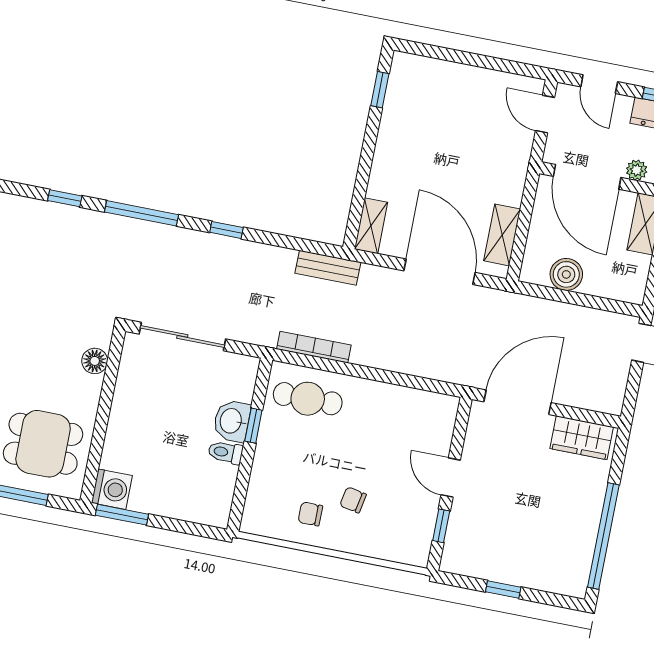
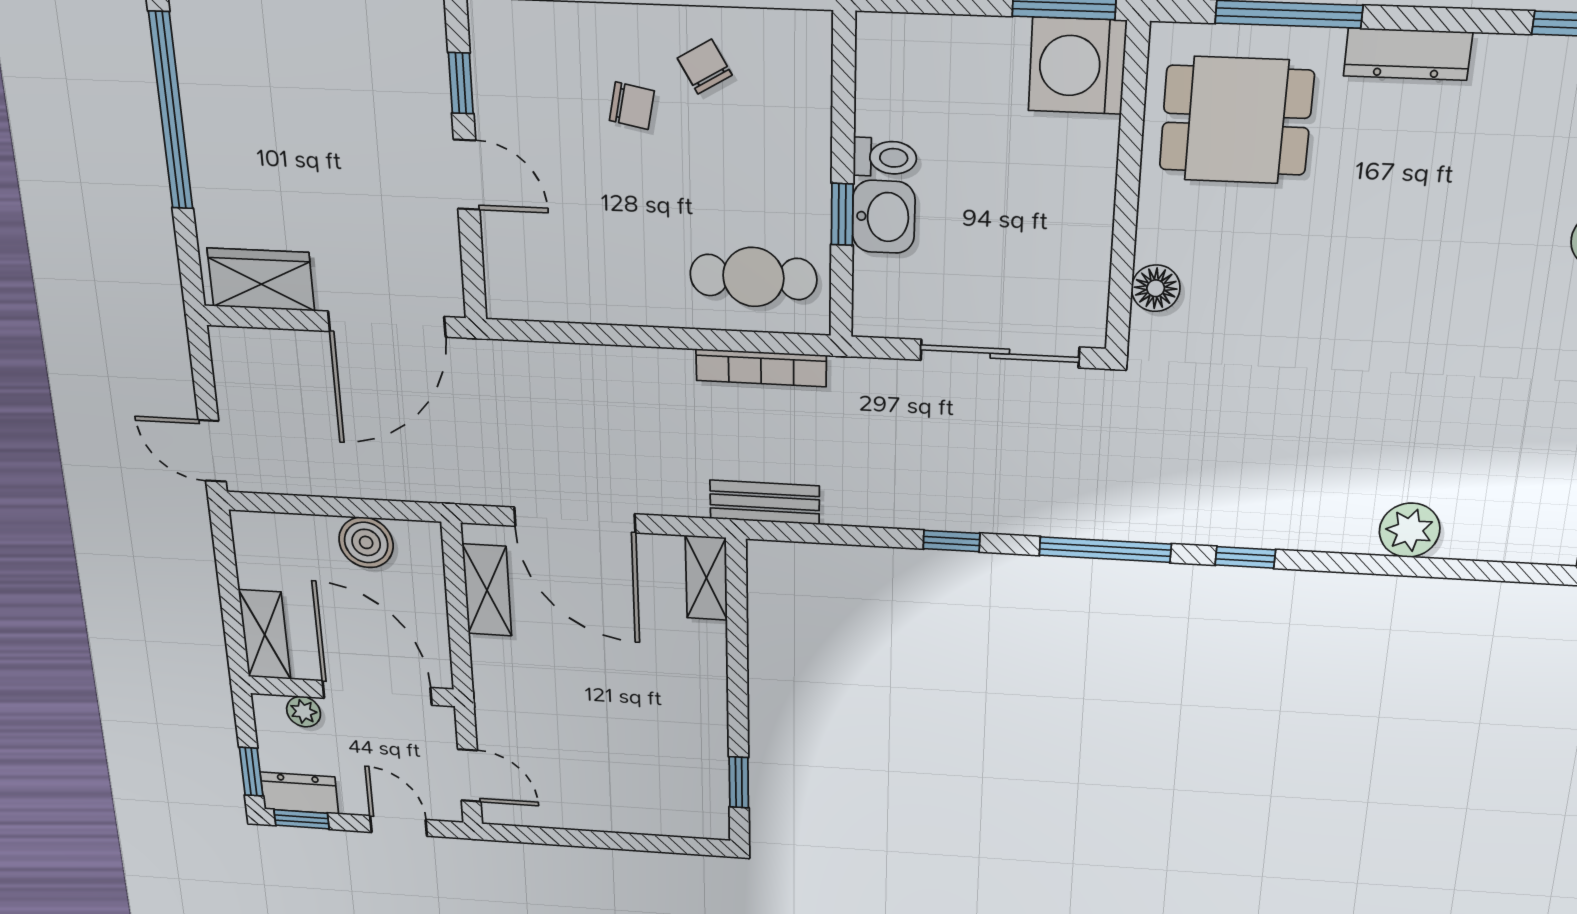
washing machine: (112, 489) -> (1077, 66), width x1.37, depth x1.37
chair: (310, 514) -> (705, 67), turned -120

